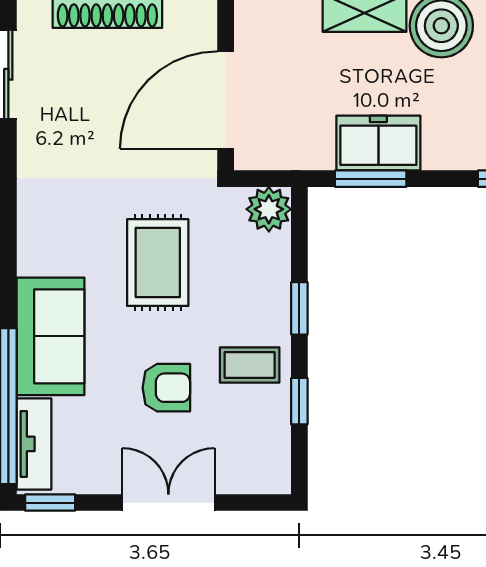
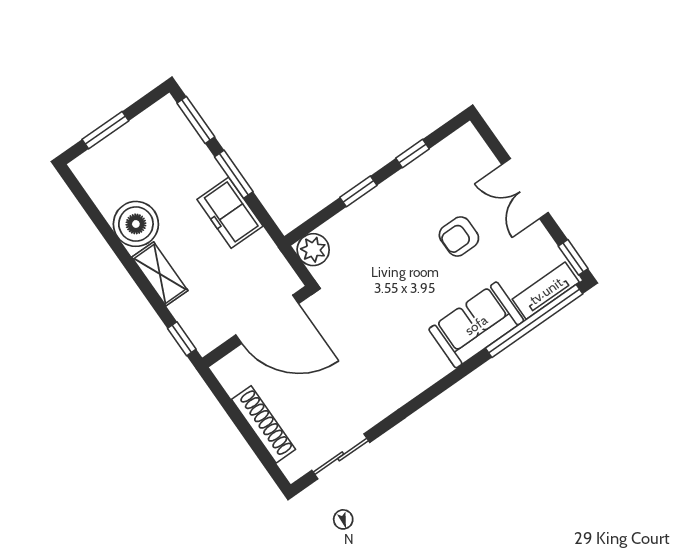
window: (371, 179) -> (234, 174), moved
rug: (158, 263) -> (389, 293), removed
coffee table: (250, 365) -> (412, 197), removed
armchair: (166, 388) -> (459, 236), turned -90

